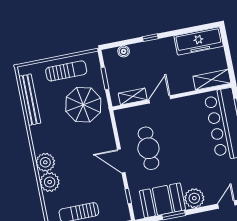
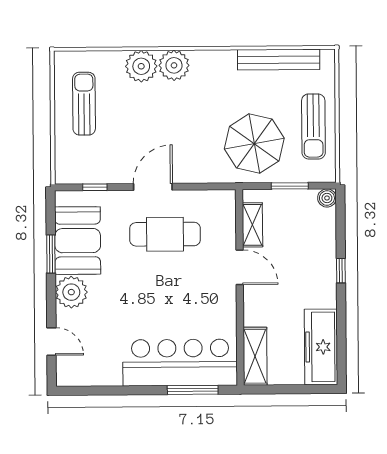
boiler: (124, 51) -> (327, 198), moved

